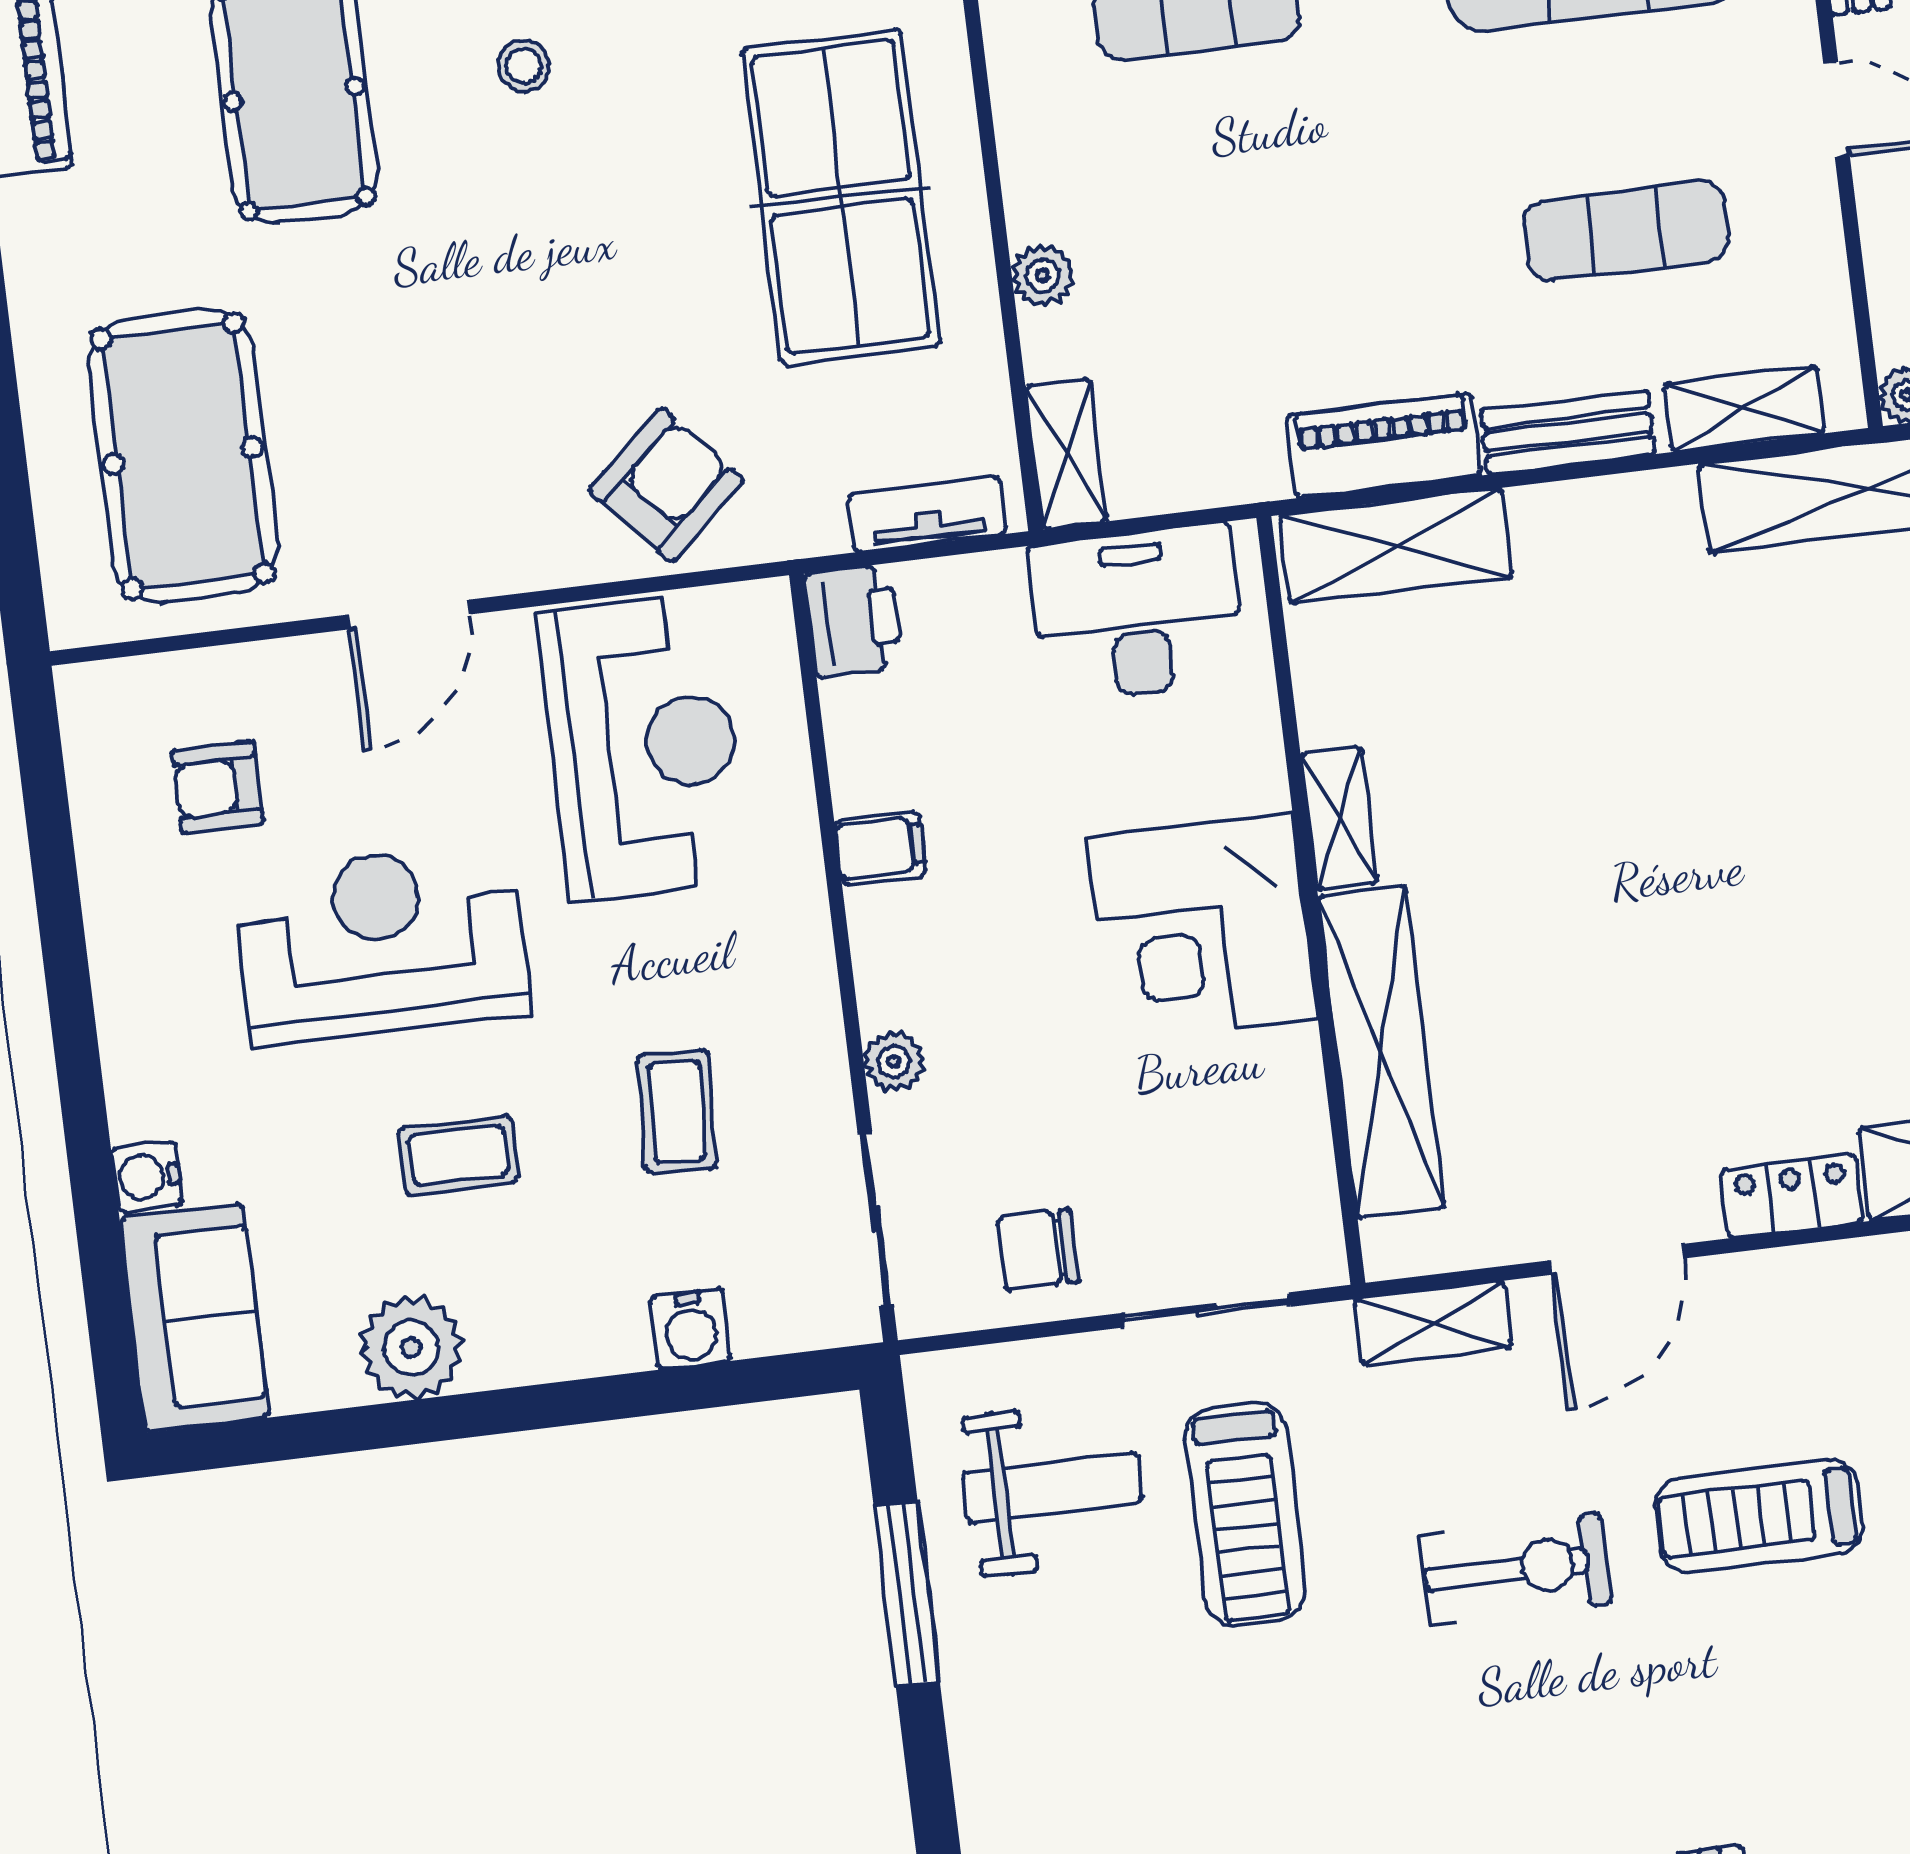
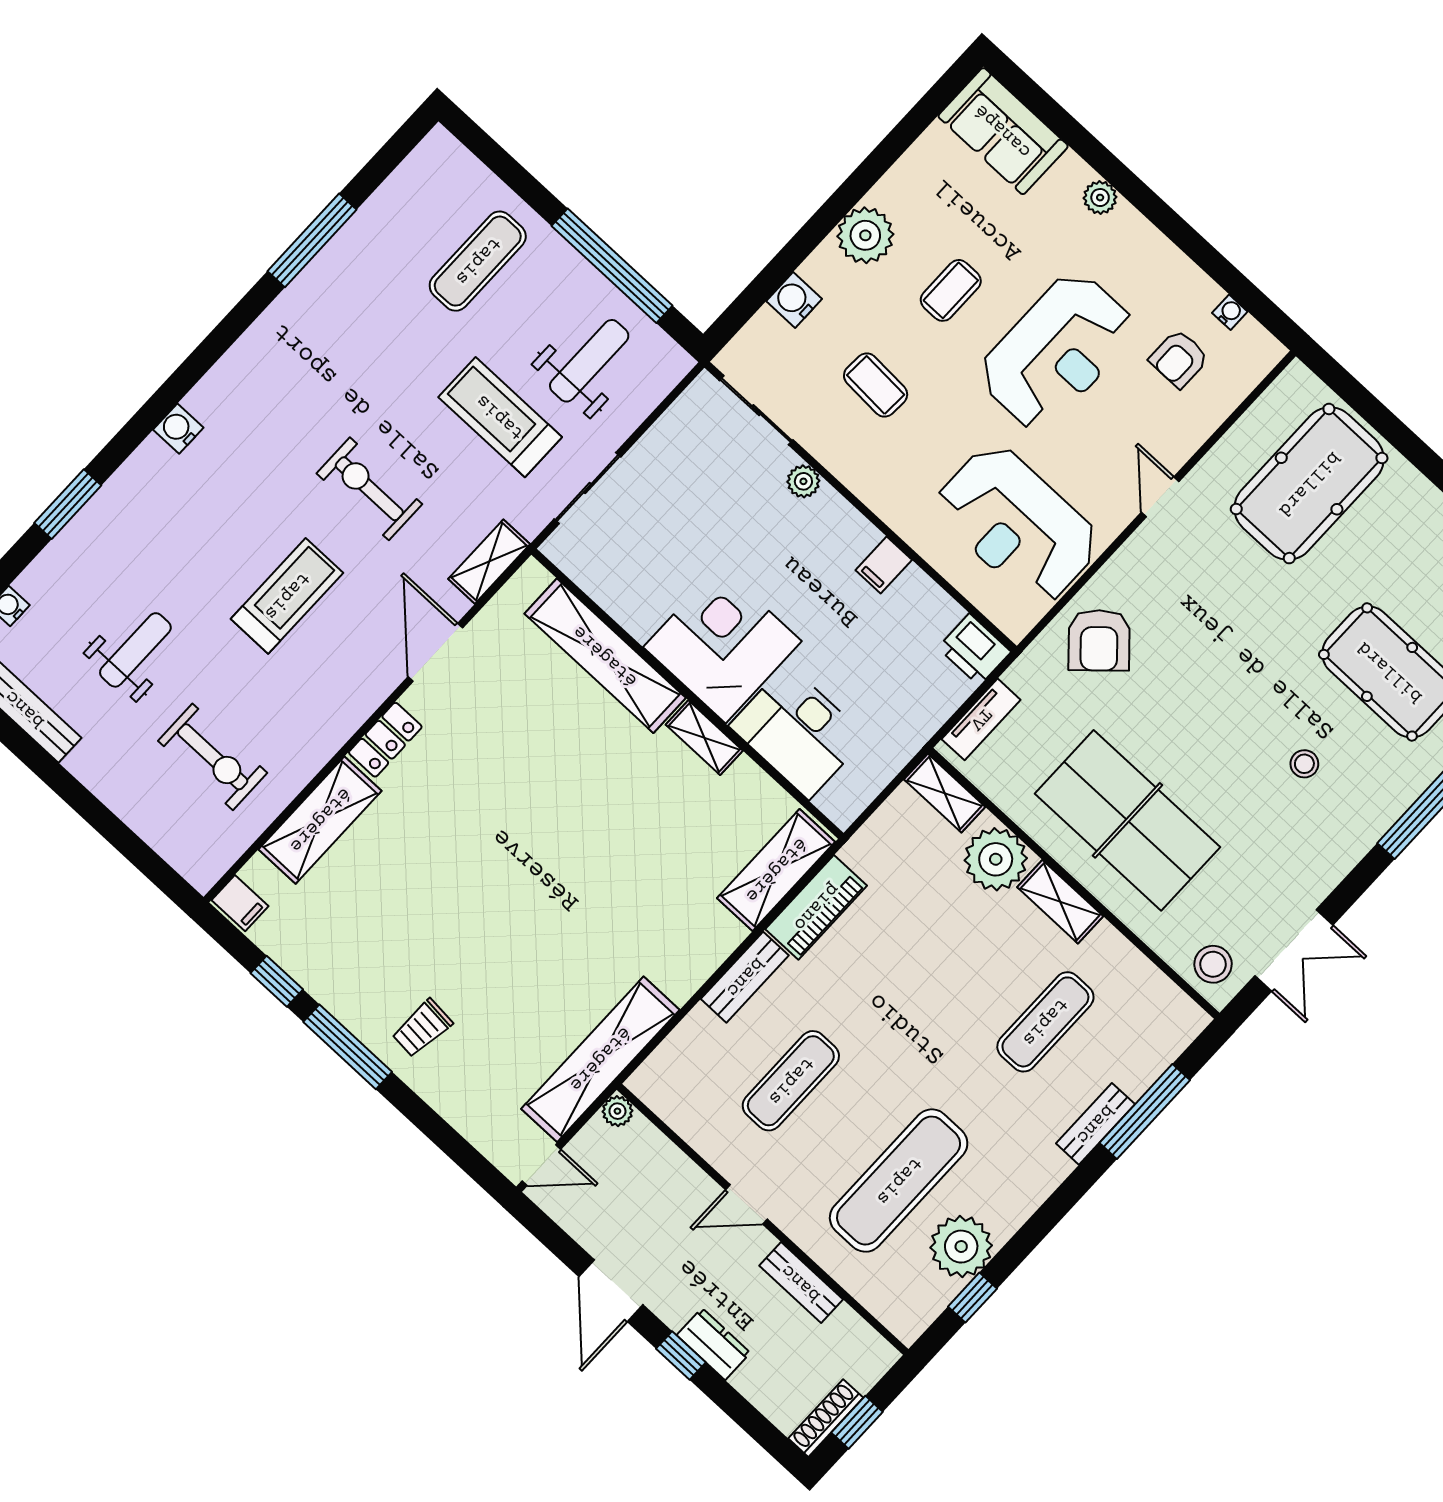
plant: (1043, 276) -> (996, 859), width x1.88, depth x1.88
shelving: (1744, 408) -> (1060, 902), moved, turned 90
pool table: (183, 456) -> (1309, 484), turned 90
desk: (1137, 613) -> (798, 732), moved, turned 90
door: (409, 615) -> (1160, 497), width x0.73
armchair: (218, 787) -> (1179, 359), turned 180
plant: (137, 1109) -> (1100, 198), added
water cooler: (147, 1177) -> (1230, 312), moved, width x0.72, depth x0.72
chair: (1038, 1250) -> (678, 454), removed
plant: (411, 1348) -> (865, 235), moved
weight bench: (1052, 1487) -> (589, 361), turned 180
exercise bike: (1515, 1569) -> (369, 489), turned 90
window: (907, 1594) -> (612, 266), width x1.46
exercise mat: (1091, 1761) -> (478, 261), added

